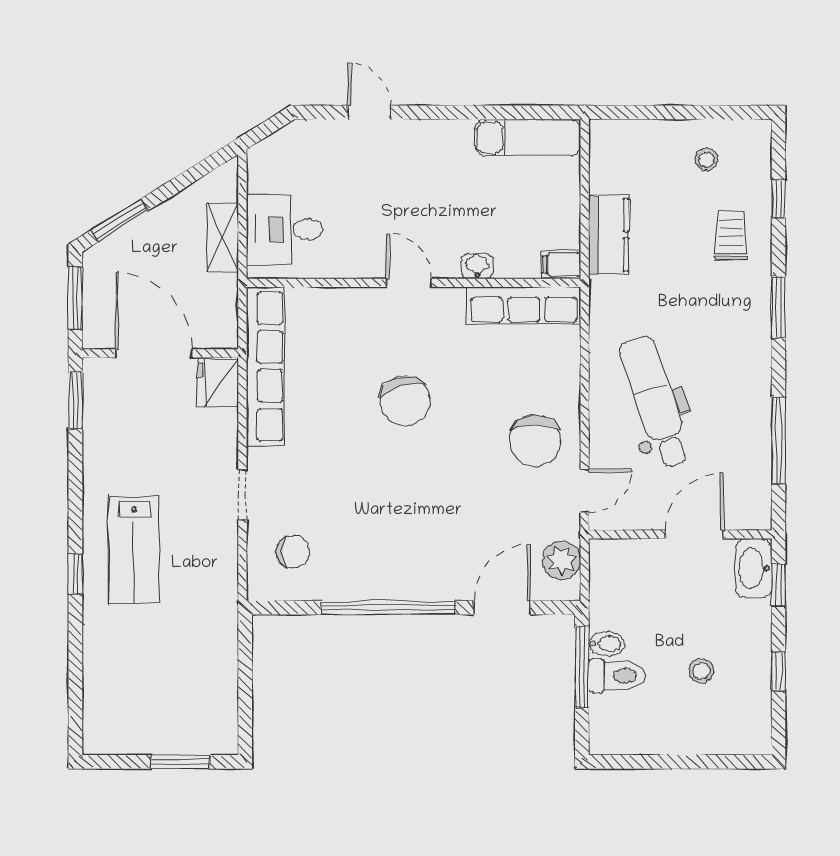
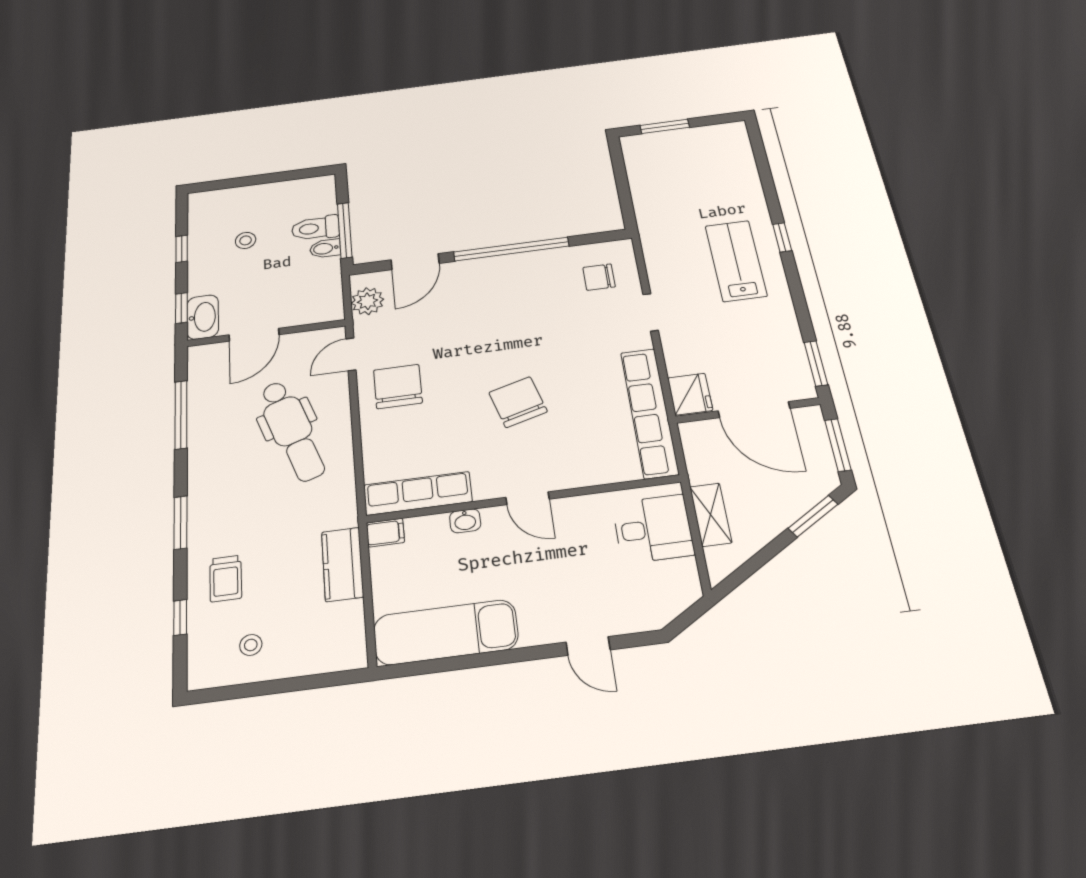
exam couch: (528, 138) -> (446, 632), width x1.36, depth x1.45

